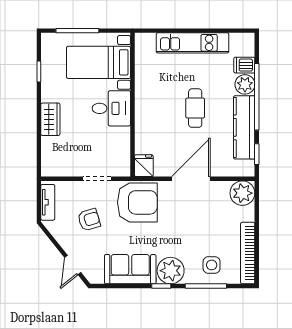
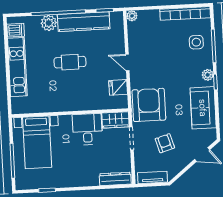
dishwasher: (244, 65) -> (16, 30), moved, turned -90
desk: (111, 108) -> (87, 129), moved
wardrobe: (50, 119) -> (116, 120), moved, turned 180
dresser: (48, 156) -> (115, 179), added
fridge: (144, 166) -> (118, 87), moved
door: (191, 179) -> (127, 63), width x0.53
plant: (242, 193) -> (132, 16), width x0.53, depth x0.53
plant: (171, 271) -> (208, 75), width x0.53, depth x0.53

